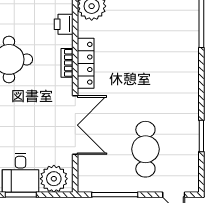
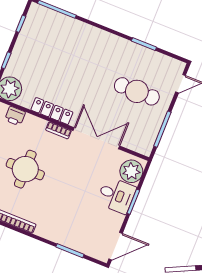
bookcase: (67, 63) -> (59, 130), moved

